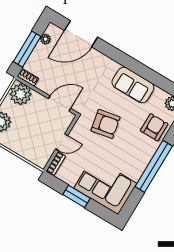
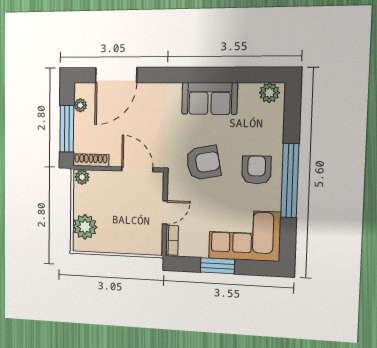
shoe rack: (28, 77) -> (91, 160), width x1.43
plant: (20, 94) -> (82, 177), width x0.53, depth x0.53
door: (60, 104) -> (137, 169), hinge flipped
armchair: (154, 127) -> (256, 170), moved

